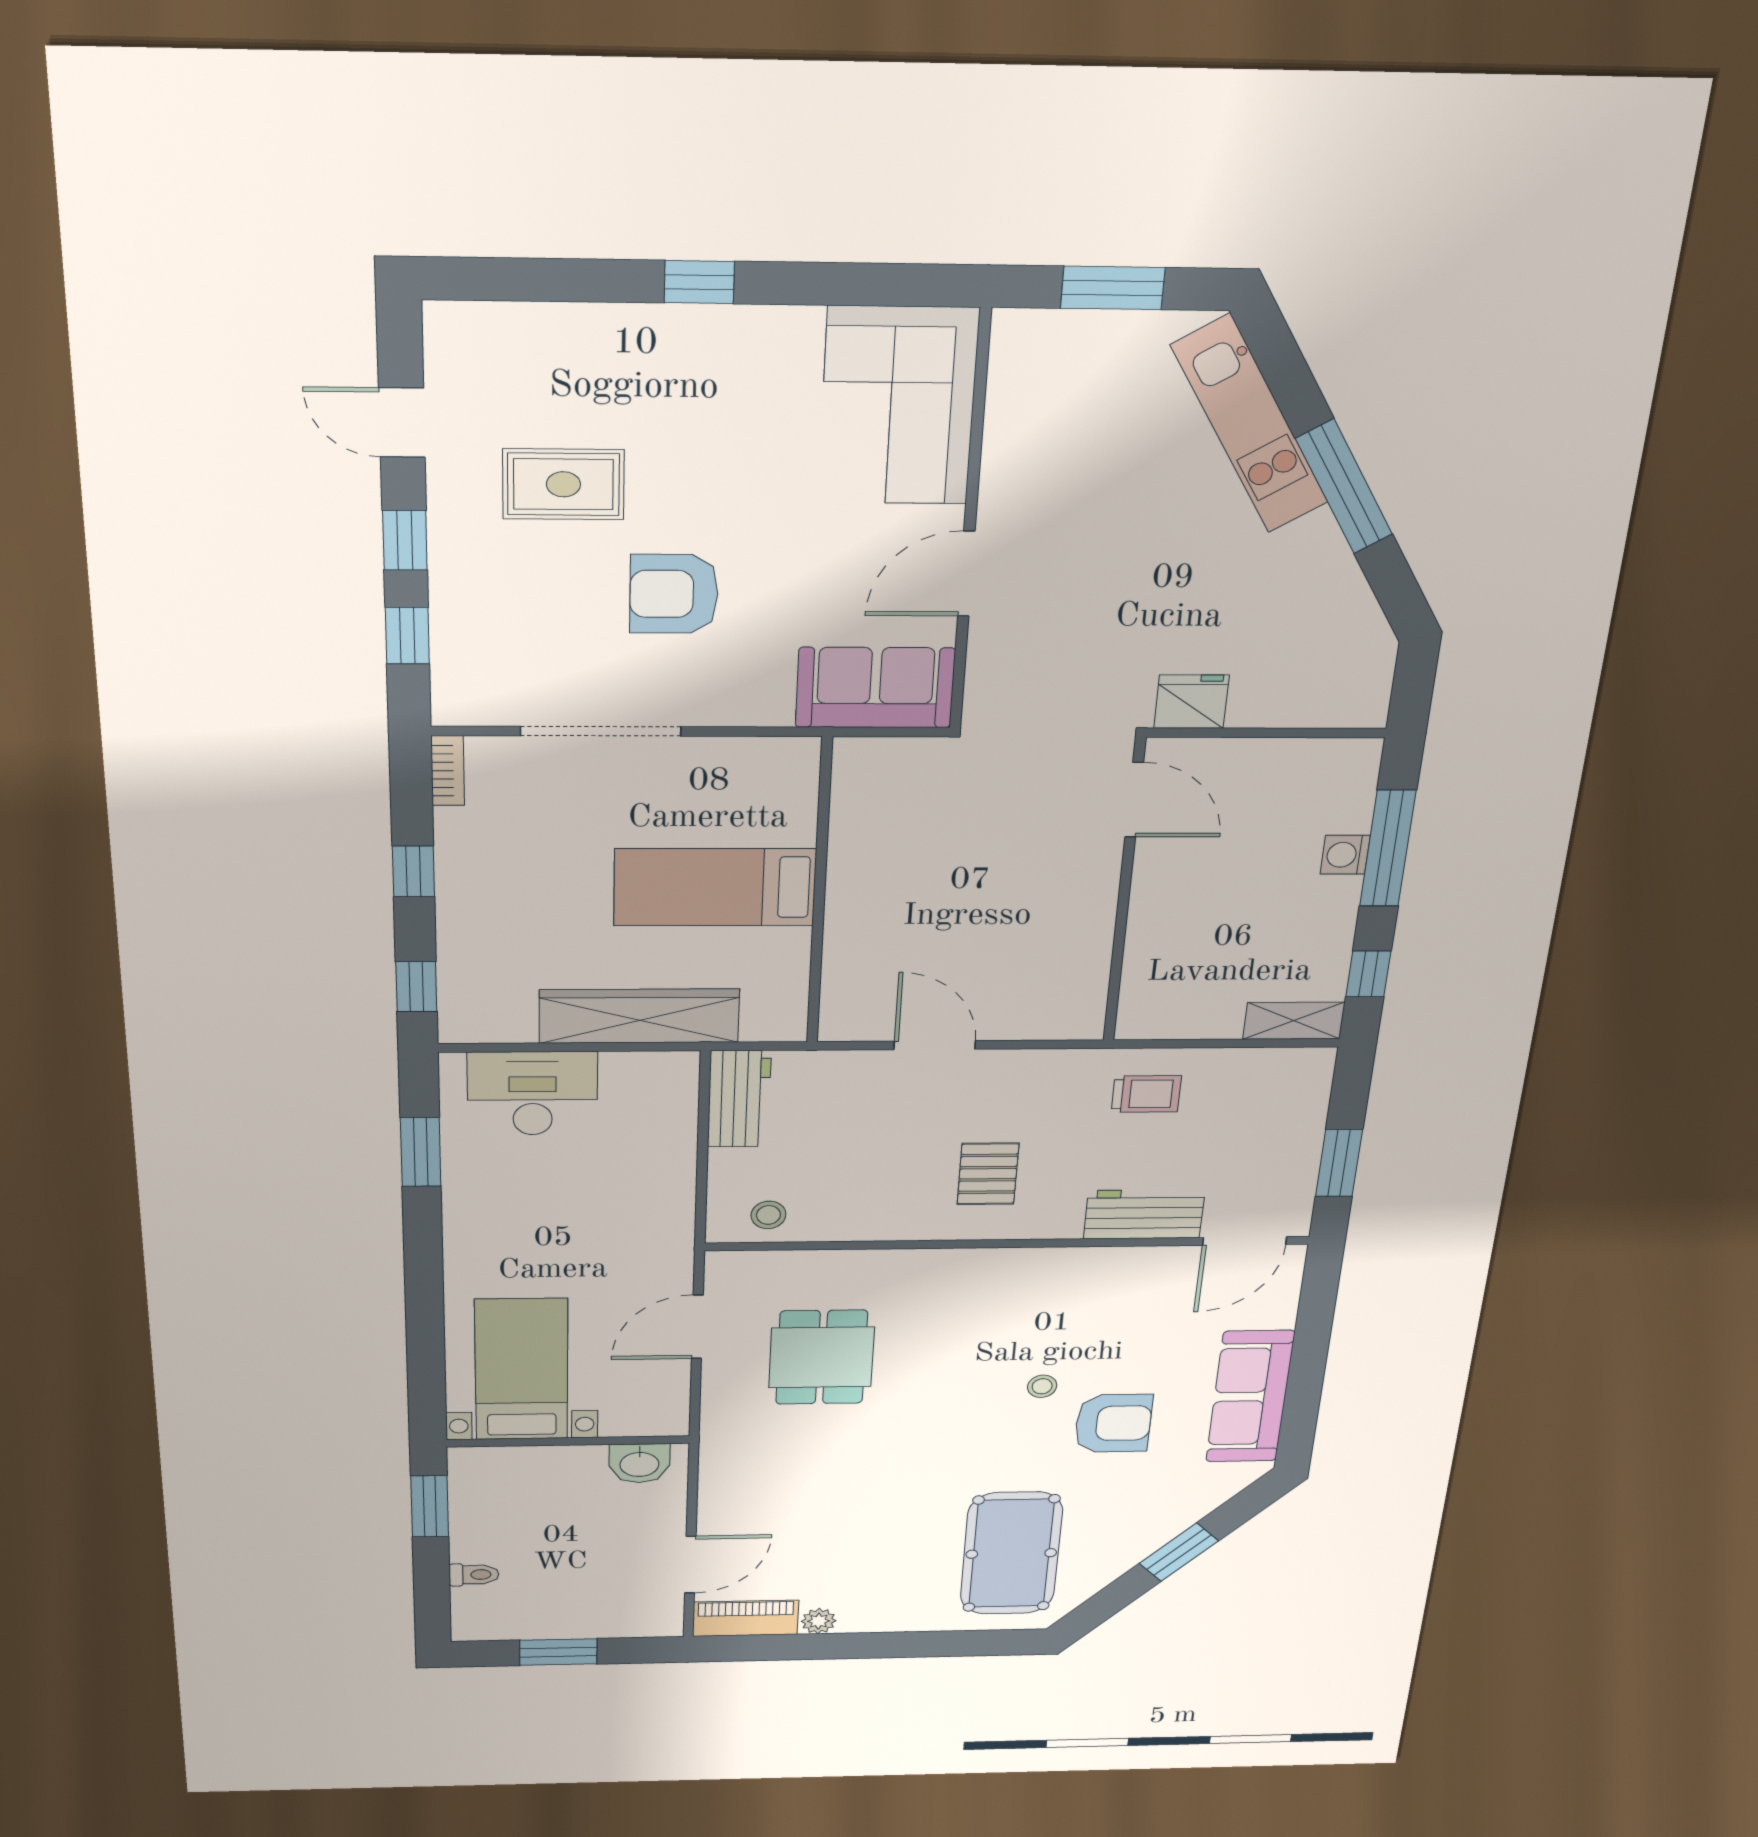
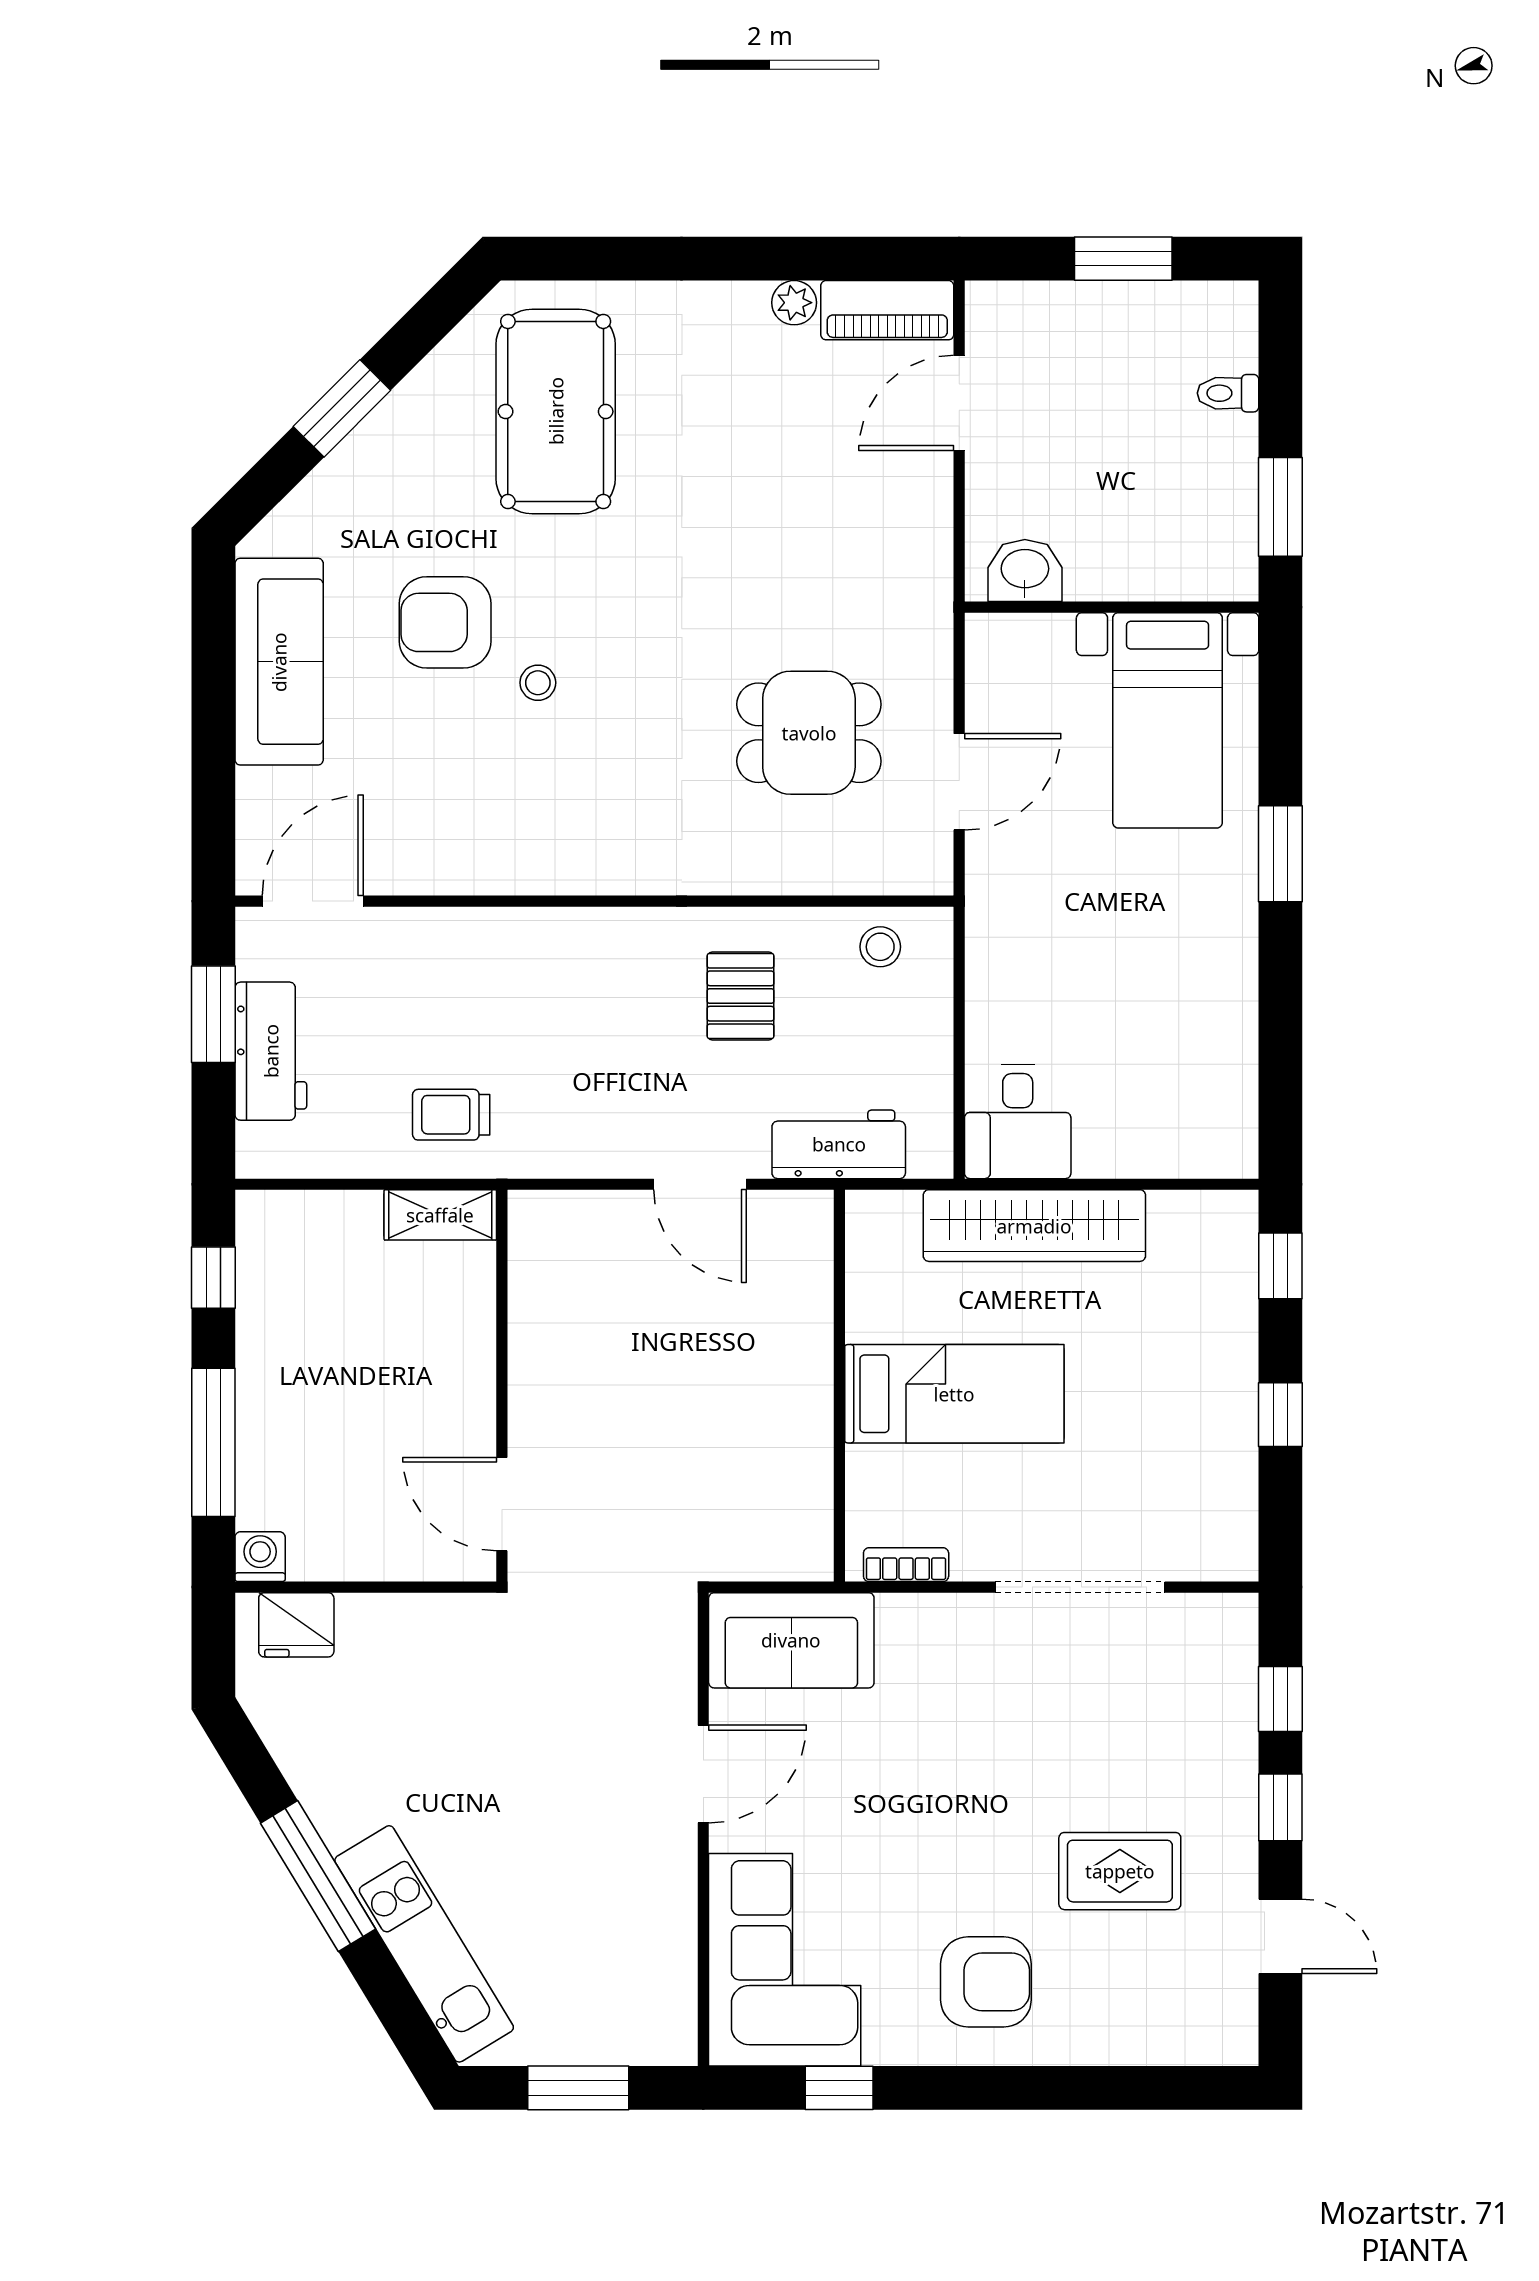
window: (699, 282) -> (839, 2088), moved
armchair: (674, 594) -> (986, 1982), moved
fridge: (1191, 702) -> (296, 1625), moved
bookcase: (448, 771) -> (906, 1565), moved, turned 90
washing machine: (1345, 855) -> (260, 1557), moved, turned -90
shelving: (1294, 1021) -> (440, 1215), moved
desk: (533, 1093) -> (1018, 1121), moved, width x0.73
workbench: (739, 1099) -> (839, 1144), moved, turned 90
window: (421, 1152) -> (1280, 854), moved
pallet: (988, 1174) -> (741, 996), moved
workbench: (1144, 1214) -> (271, 1051), moved, turned -90
dining table: (822, 1357) -> (809, 733), turned 90

